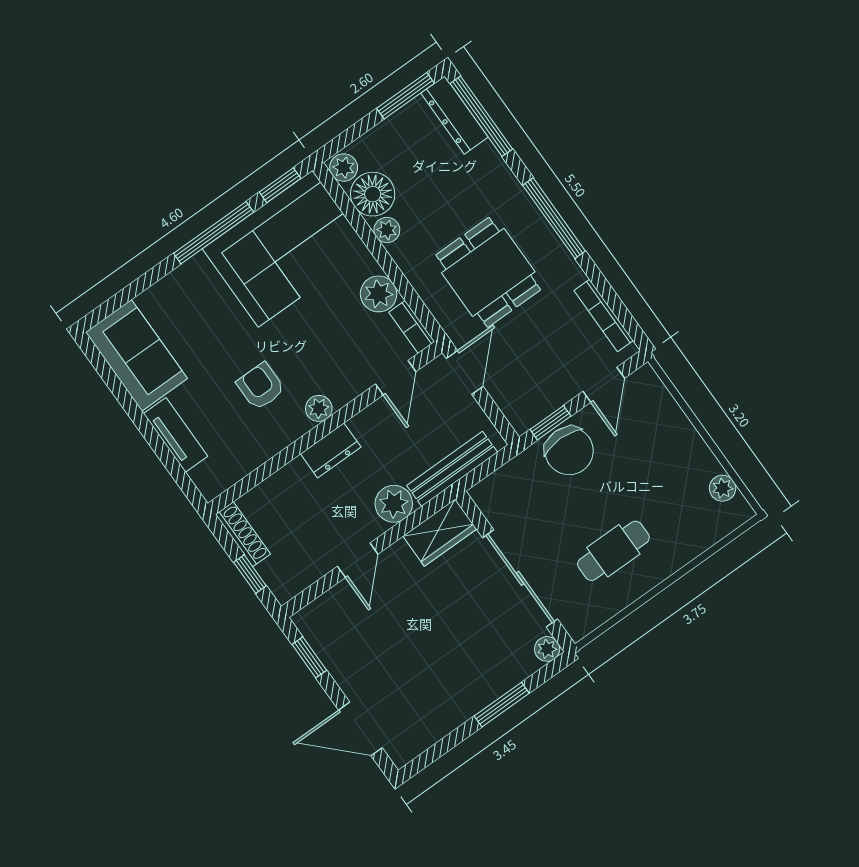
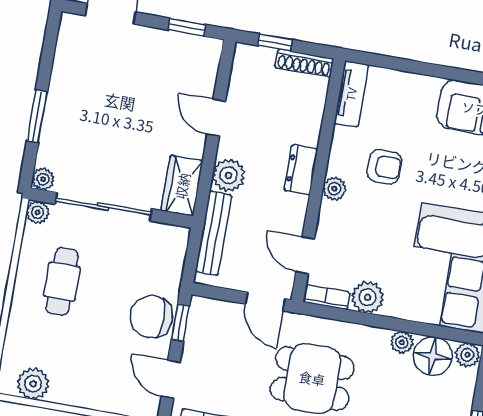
tv unit: (176, 435) -> (351, 94), moved, turned -90
plant: (723, 488) -> (33, 384), width x1.38, depth x1.38
plant: (578, 626) -> (38, 212), added

